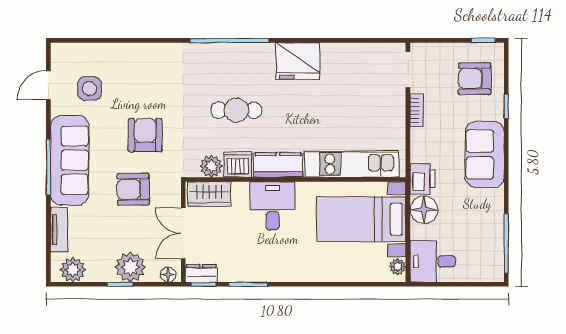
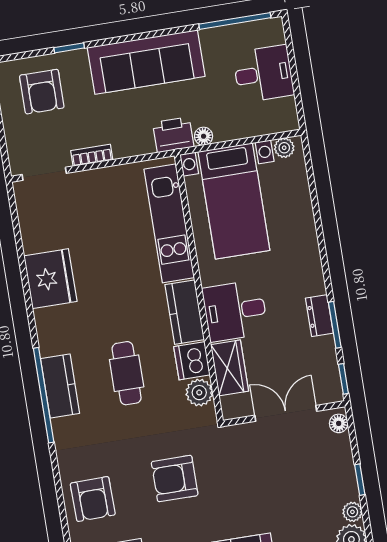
kitchen counter: (235, 55) -> (60, 386), added
fridge: (298, 61) -> (50, 279), moved
sofa: (485, 154) -> (146, 62), width x1.36
armchair: (133, 189) -> (93, 499), moved
wardrobe: (209, 194) -> (230, 368), moved
floor lamp: (424, 210) -> (204, 136), width x0.53, depth x0.53
double door: (183, 233) -> (286, 413), swing flipped
desk: (433, 261) -> (263, 74), moved, turned -90
plant: (130, 267) -> (352, 512), moved, width x0.53, depth x0.53
dresser: (201, 273) -> (319, 316), moved

